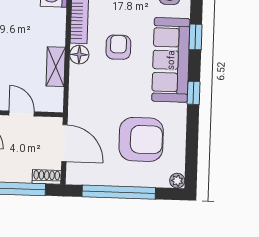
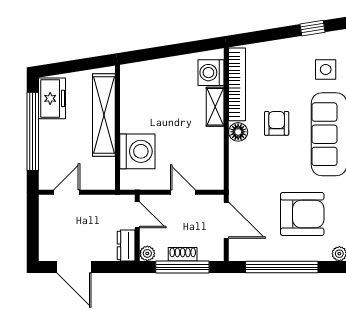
shelving: (56, 67) -> (215, 107), moved
shoe rack: (47, 177) -> (183, 254), moved

